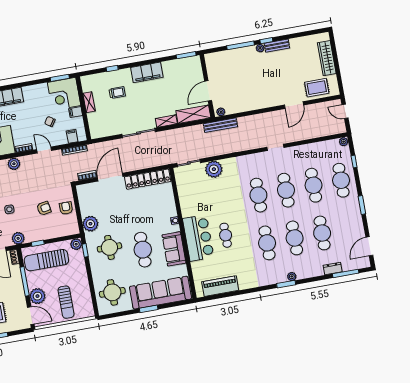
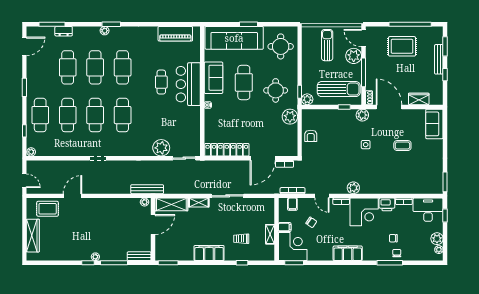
bench: (277, 46) -> (139, 256), moved
armchair: (44, 208) -> (332, 140), removed

